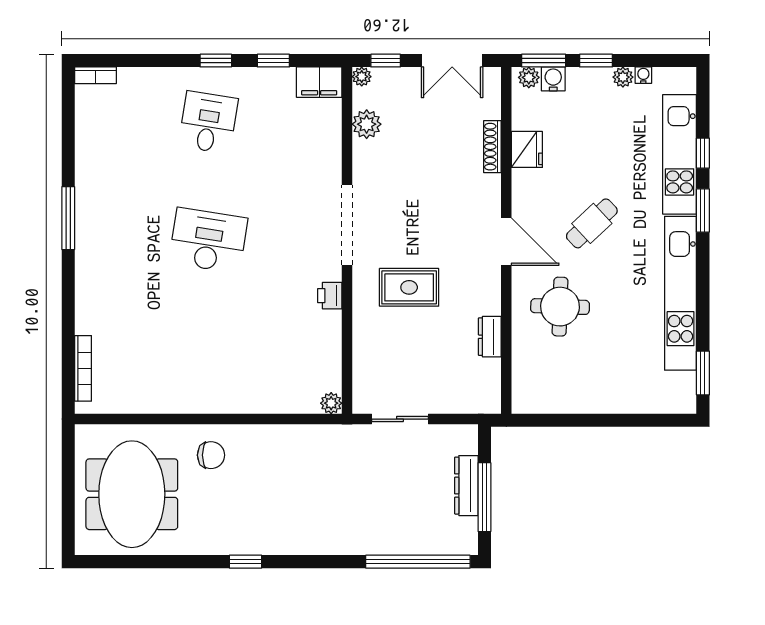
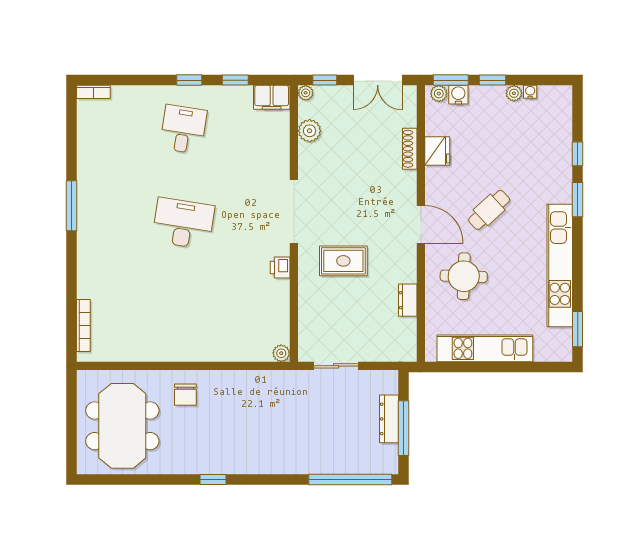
kitchen unit: (680, 154) -> (485, 348), moved, turned 90
chair: (211, 455) -> (185, 395), turned 90

